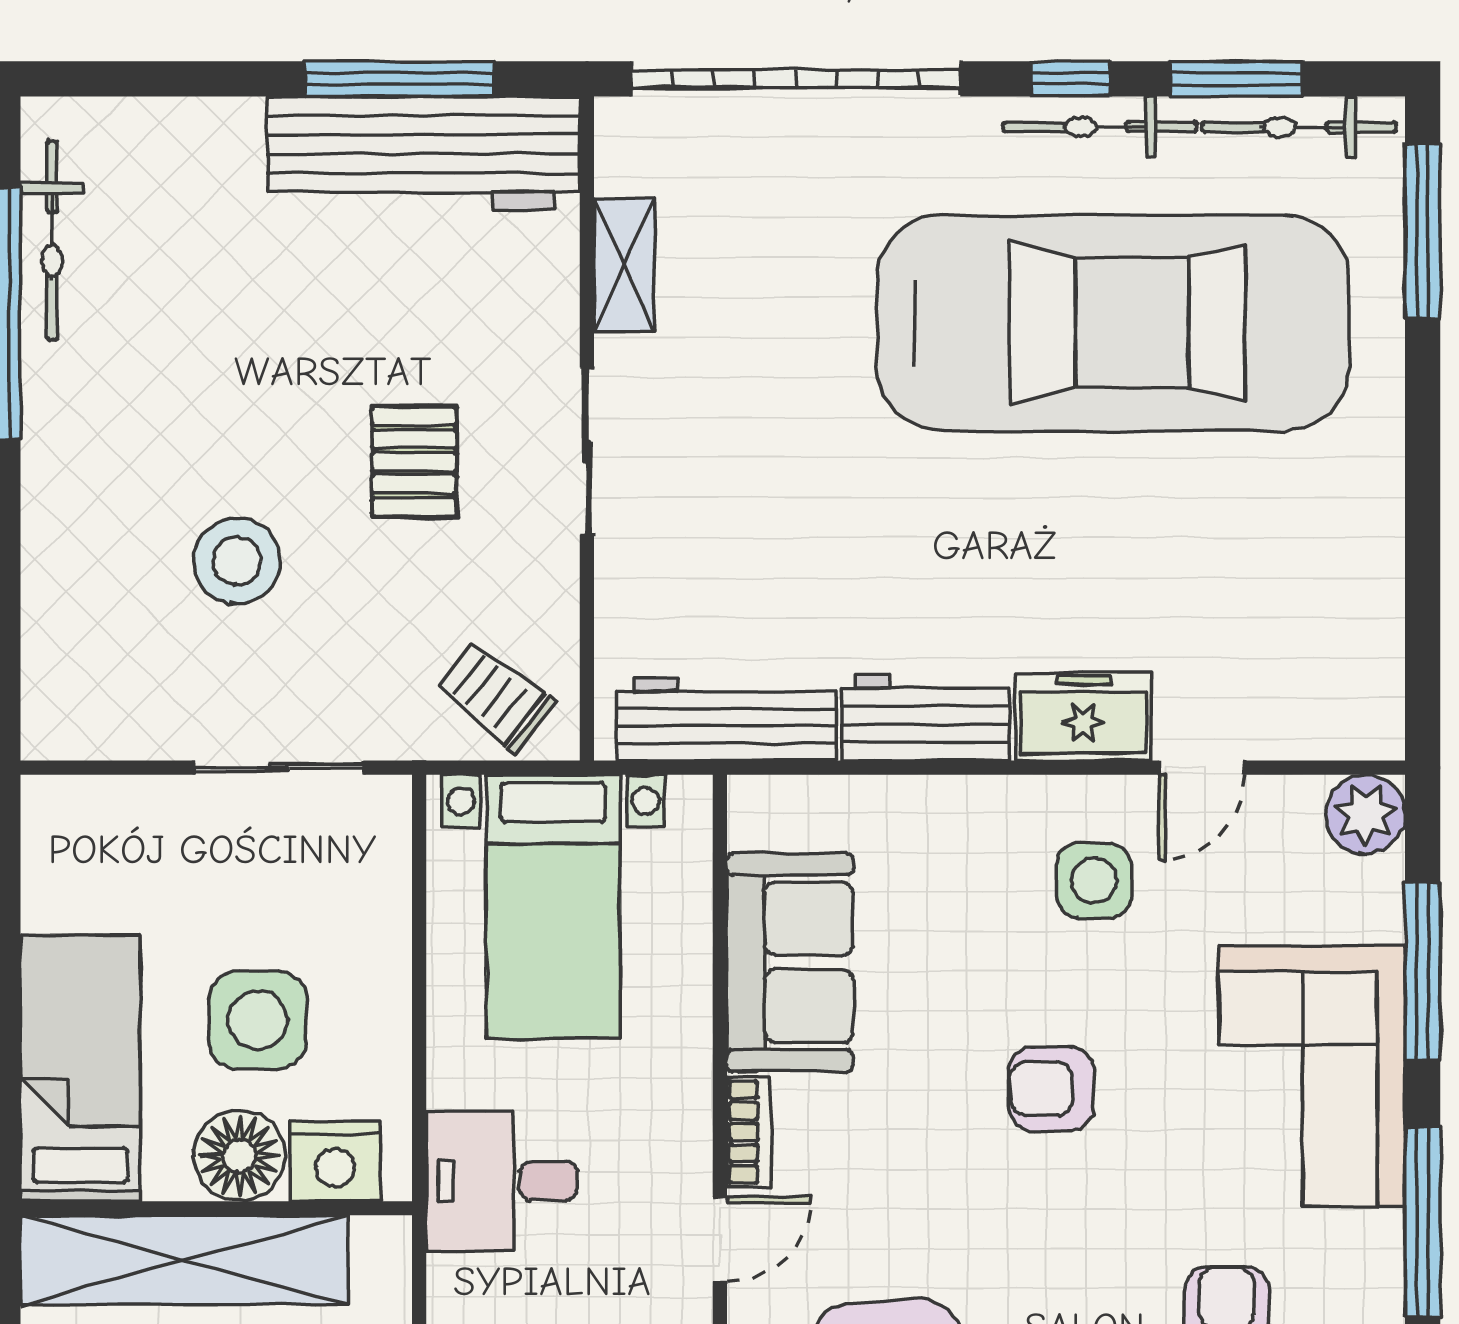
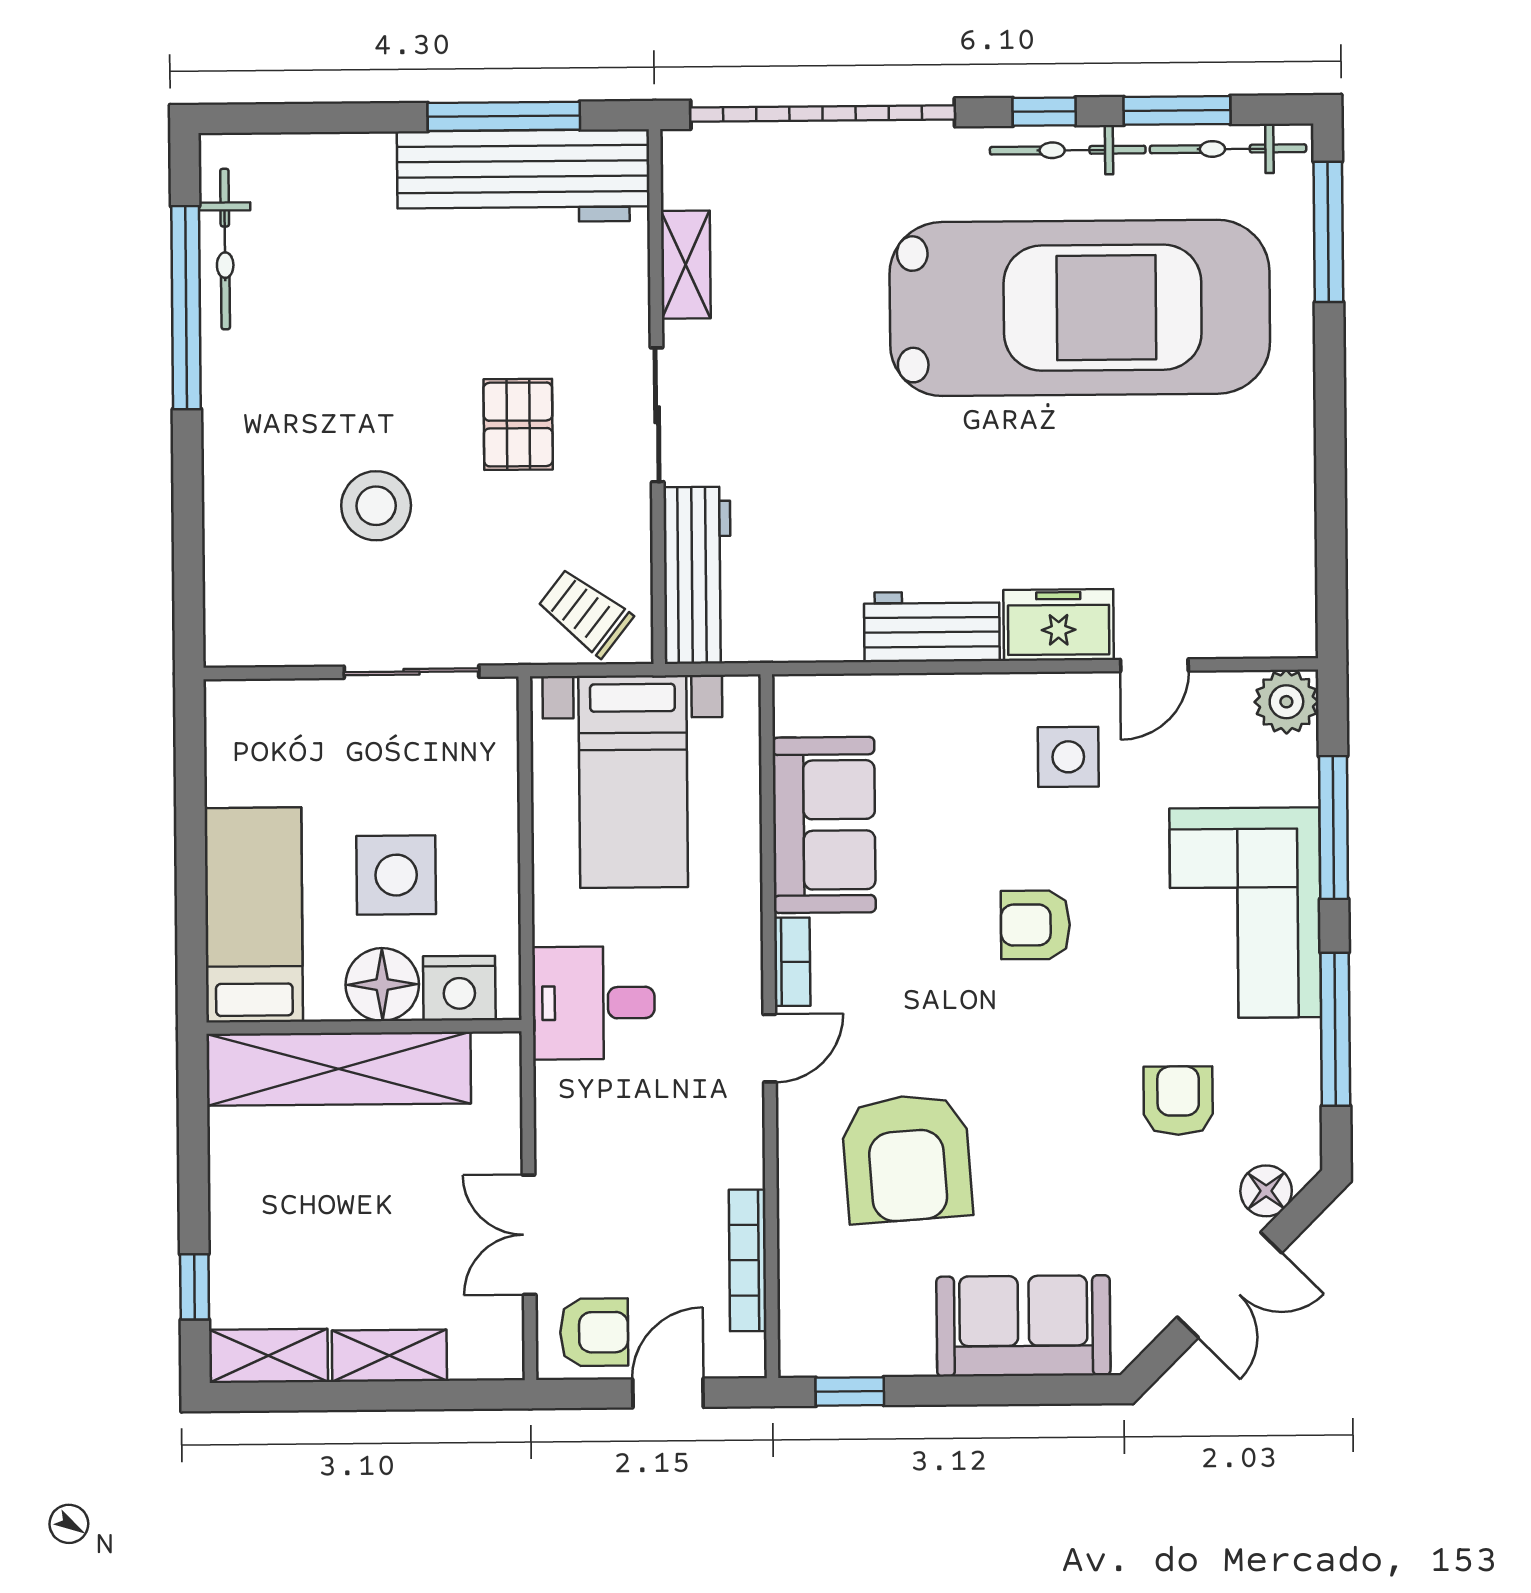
workbench: (726, 719) -> (697, 575), moved, turned 90

